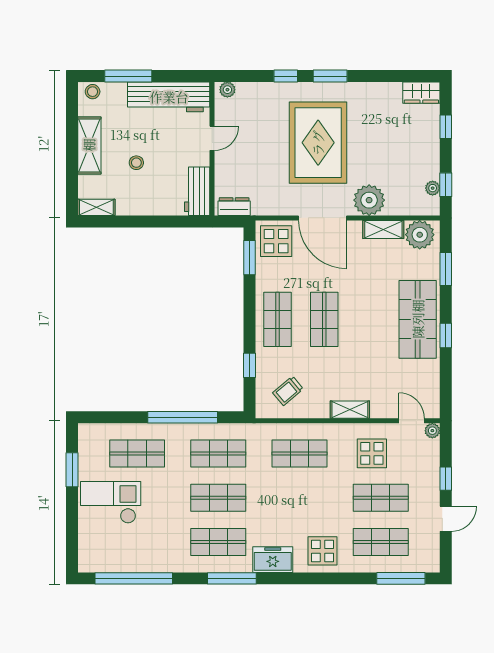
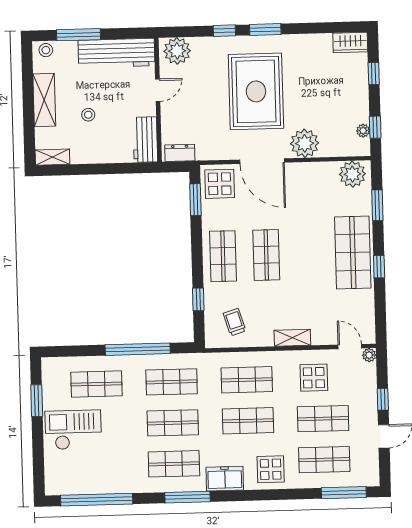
plant: (227, 90) -> (177, 51), width x1.88, depth x1.88
shelving: (383, 229) -> (319, 170), removed
trolley: (288, 391) -> (234, 322), turned 113
shop shelf: (300, 498) -> (248, 421), added

